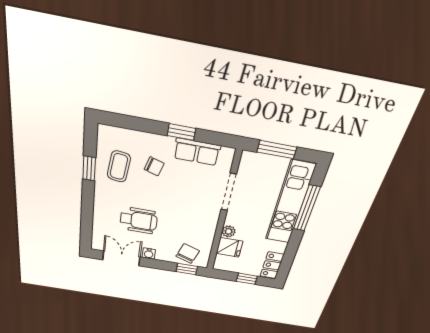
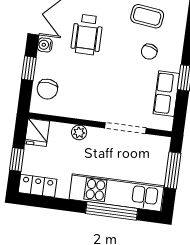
fridge: (229, 247) -> (37, 132), moved
chair: (188, 254) -> (47, 89), turned 77
window: (187, 269) -> (29, 68), moved

